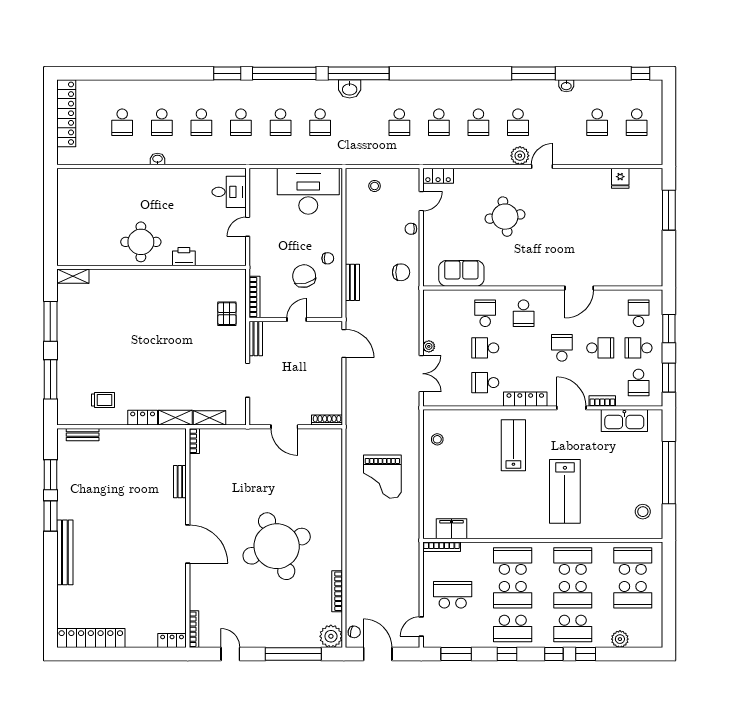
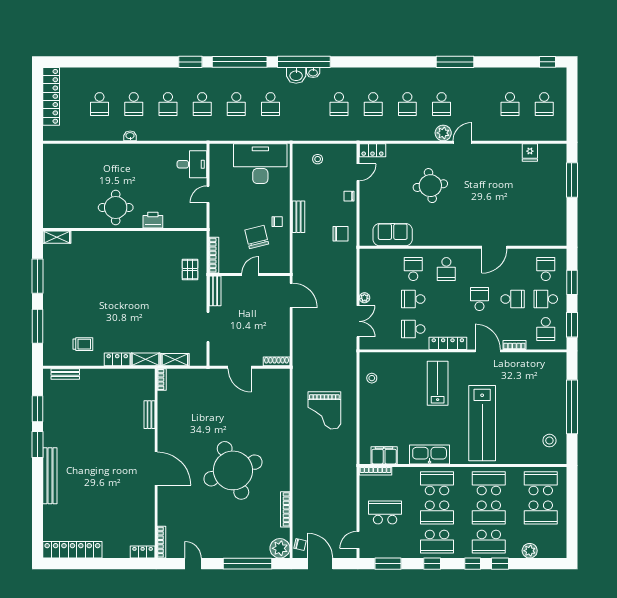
washbasin: (566, 86) -> (313, 73), moved
bench: (352, 282) -> (299, 217), moved
kitchen sink: (624, 420) -> (430, 454), moved, turned 180
lab bench: (565, 491) -> (482, 423), width x1.36

